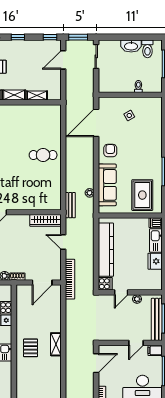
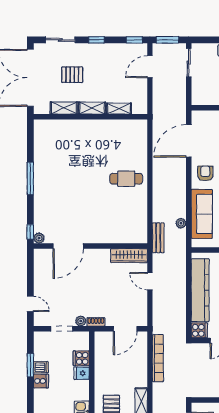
bookcase: (70, 279) -> (158, 358), moved

